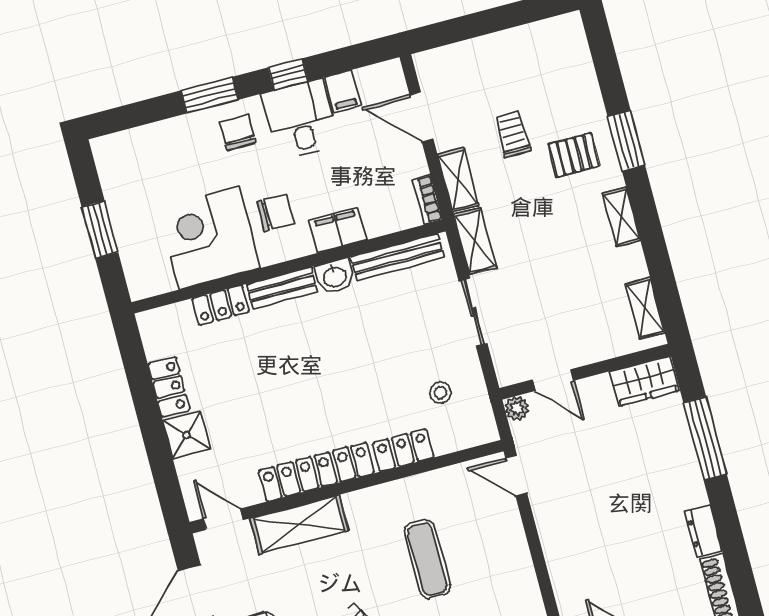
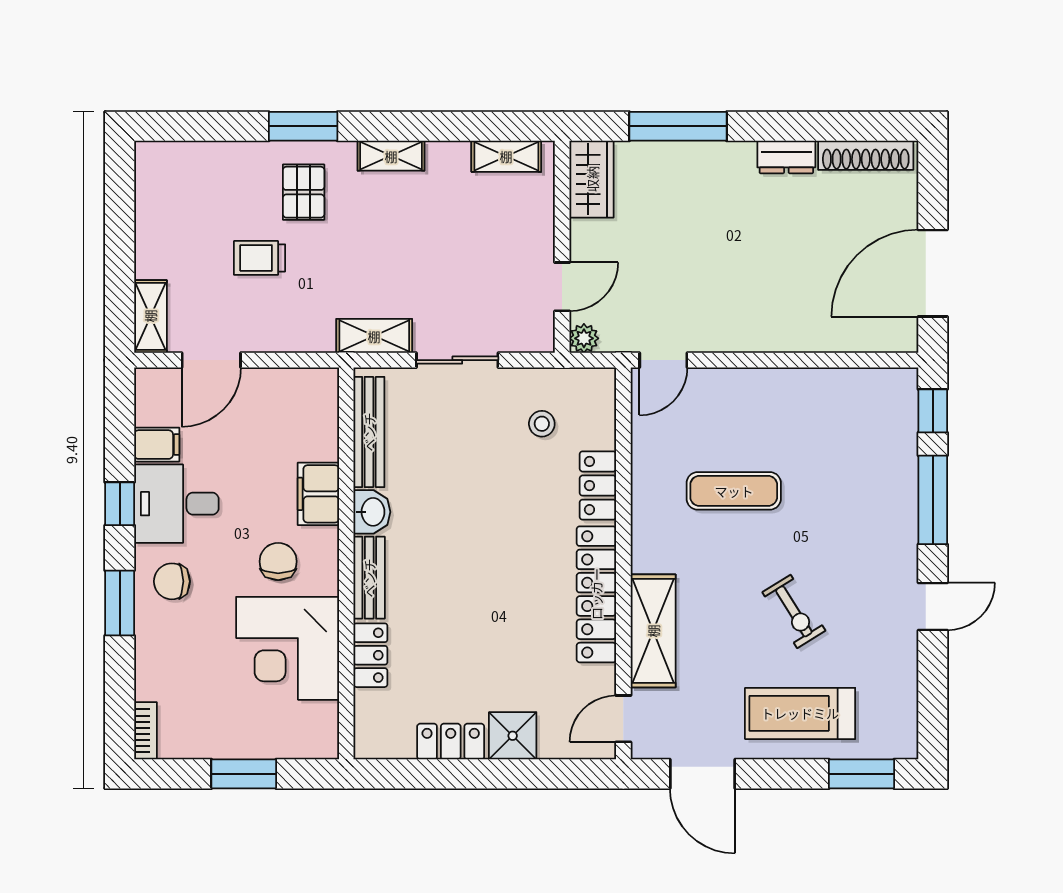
shelving: (458, 180) -> (150, 316), moved, turned 90
bookcase: (427, 200) -> (145, 731), moved, turned -90

